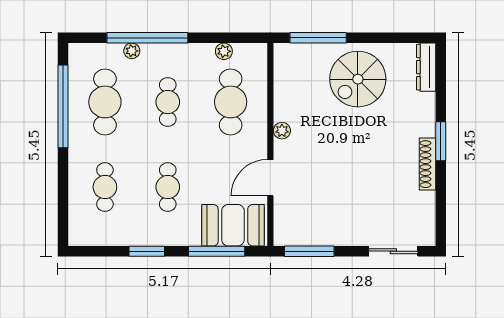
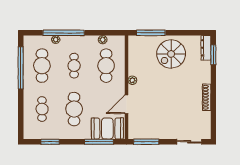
window: (441, 141) -> (213, 55), moved
cafe table: (168, 187) -> (74, 109), width x1.37, depth x1.35
window: (147, 251) -> (50, 142), moved

